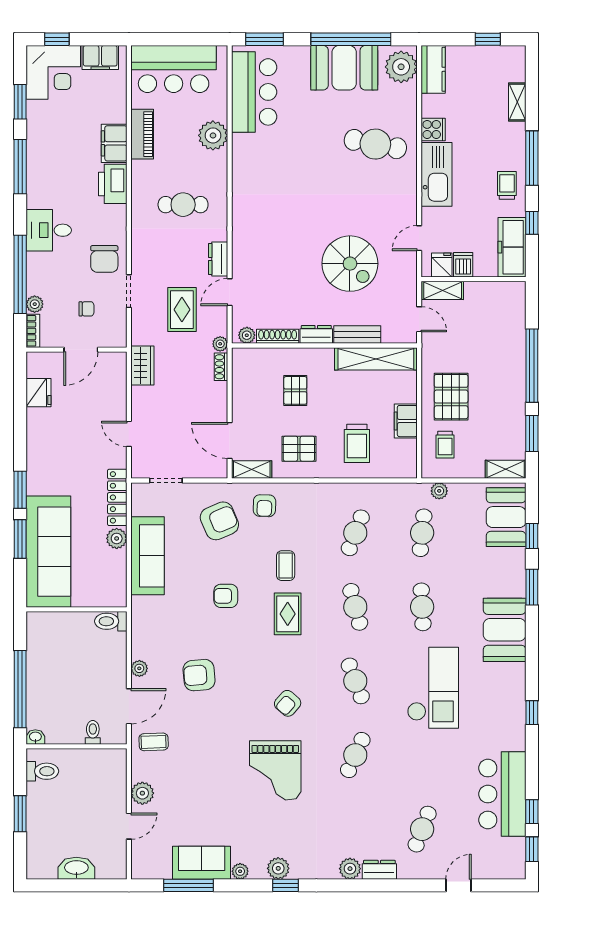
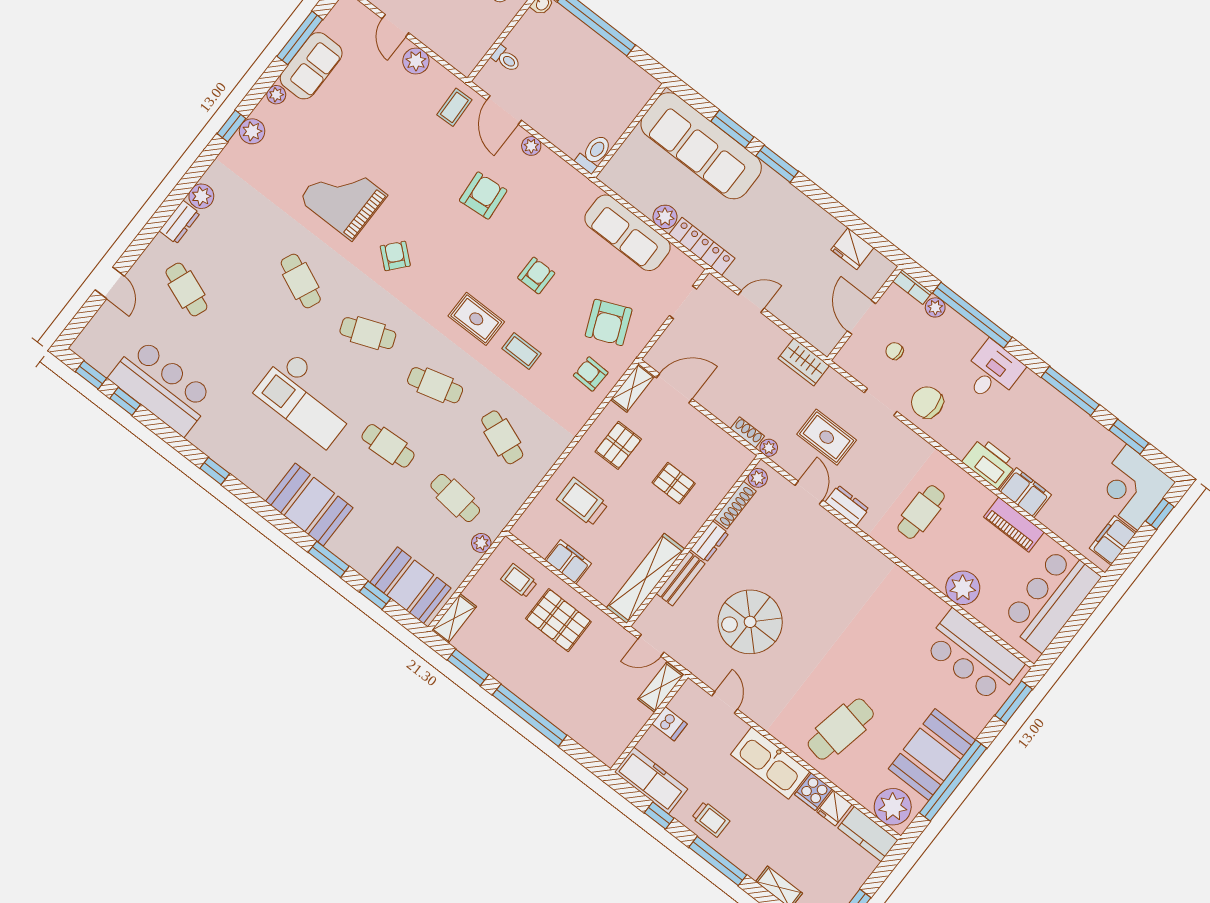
fridge: (442, 265) -> (834, 808), moved, turned 90
chair: (86, 309) -> (895, 351), turned 90

